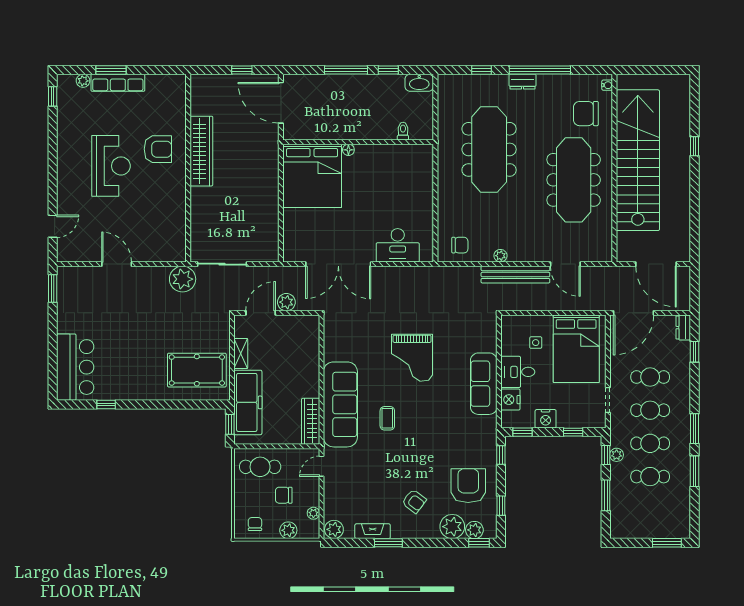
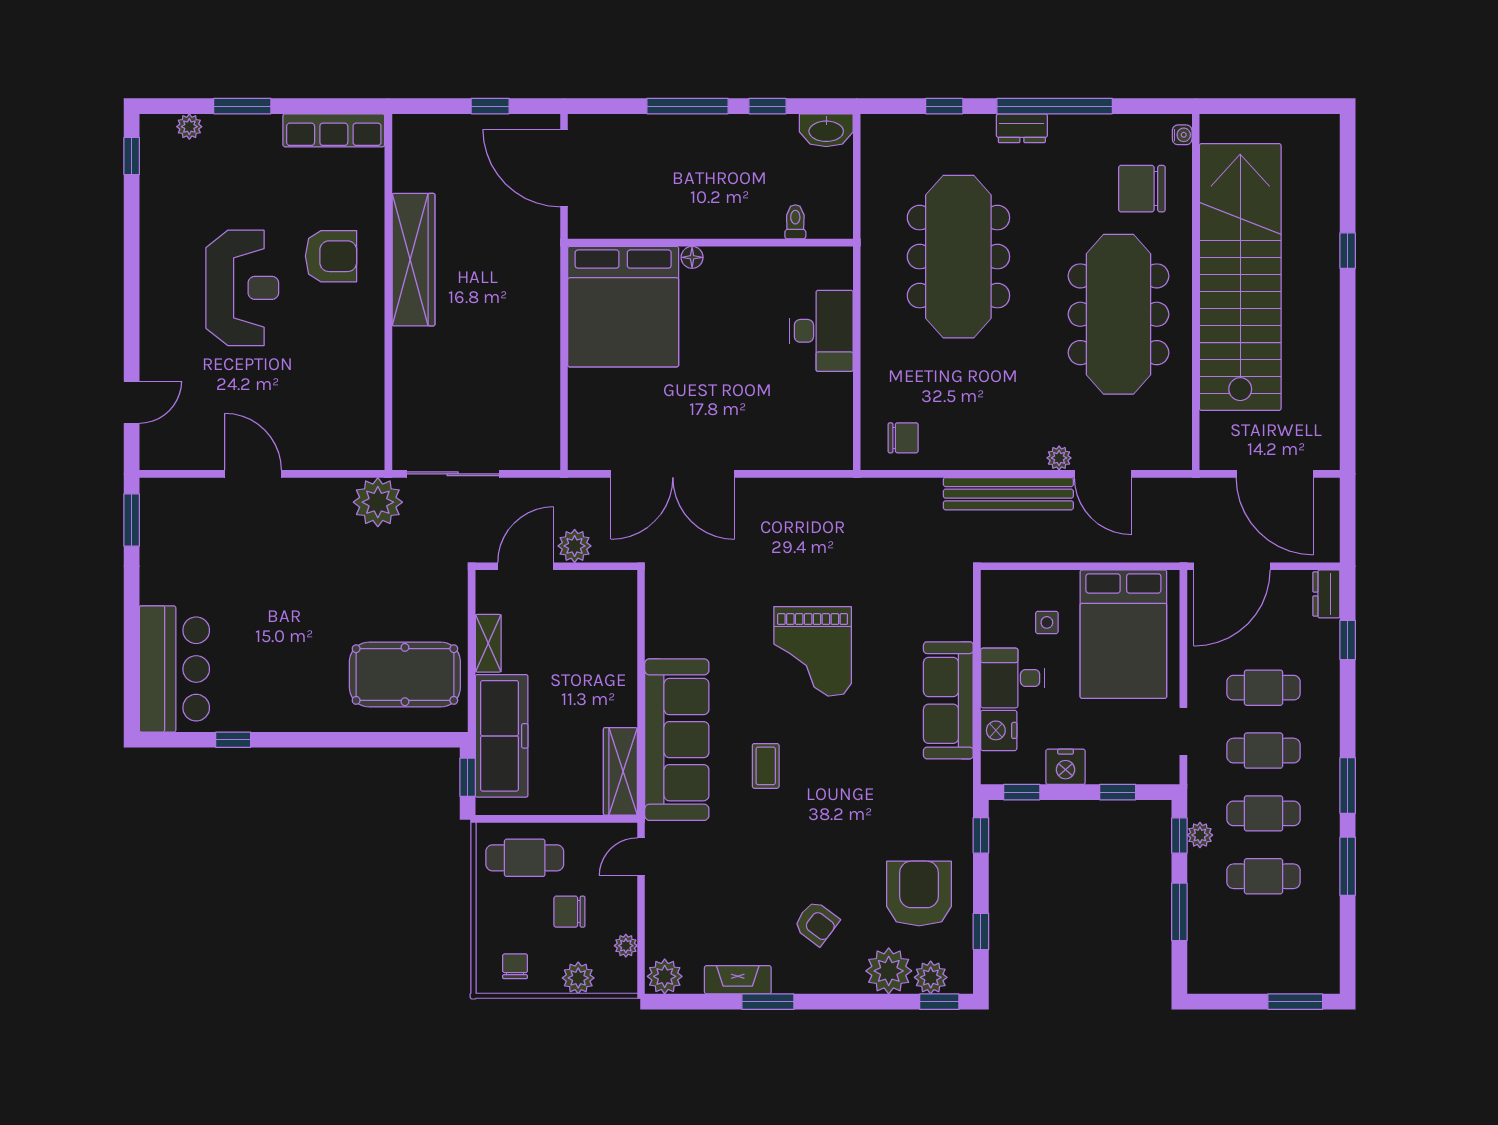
row of seats: (118, 83) -> (334, 130), moved
desk: (398, 245) -> (821, 331), moved, turned -90
plant: (500, 256) -> (1059, 458), moved

